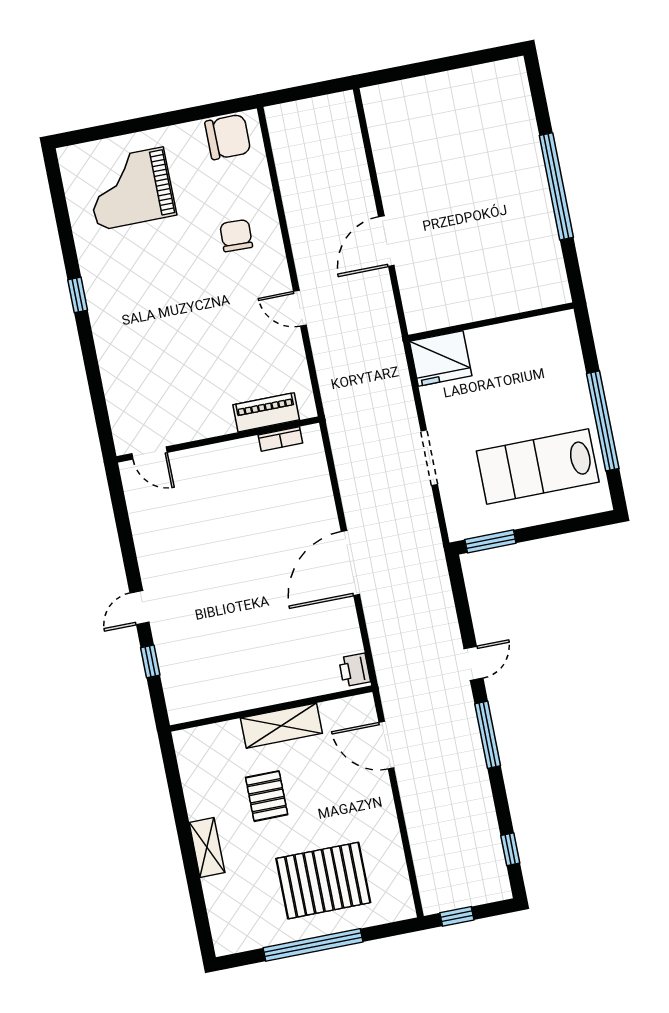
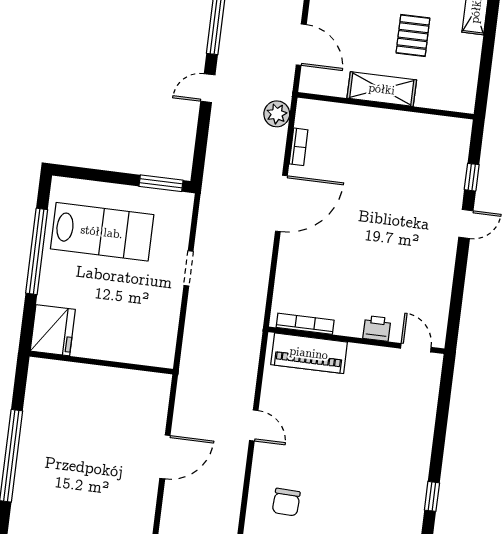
fridge: (441, 358) -> (53, 330), moved, turned 90
piano: (266, 412) -> (309, 353), width x1.37, depth x1.33
bookcase: (280, 439) -> (305, 324), width x1.56
doorway: (429, 458) -> (188, 268), width x0.73
bookcase: (352, 632) -> (299, 147), added
plant: (388, 660) -> (277, 114), added
printer: (354, 670) -> (377, 328), moved, turned -90

